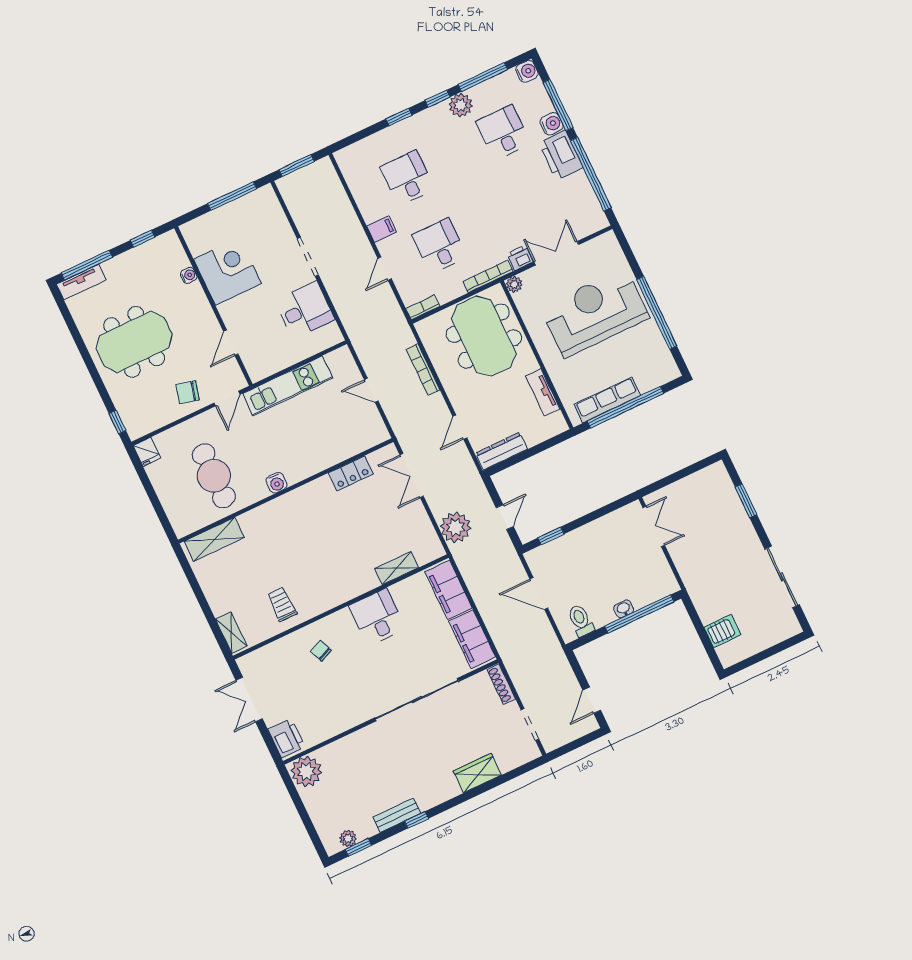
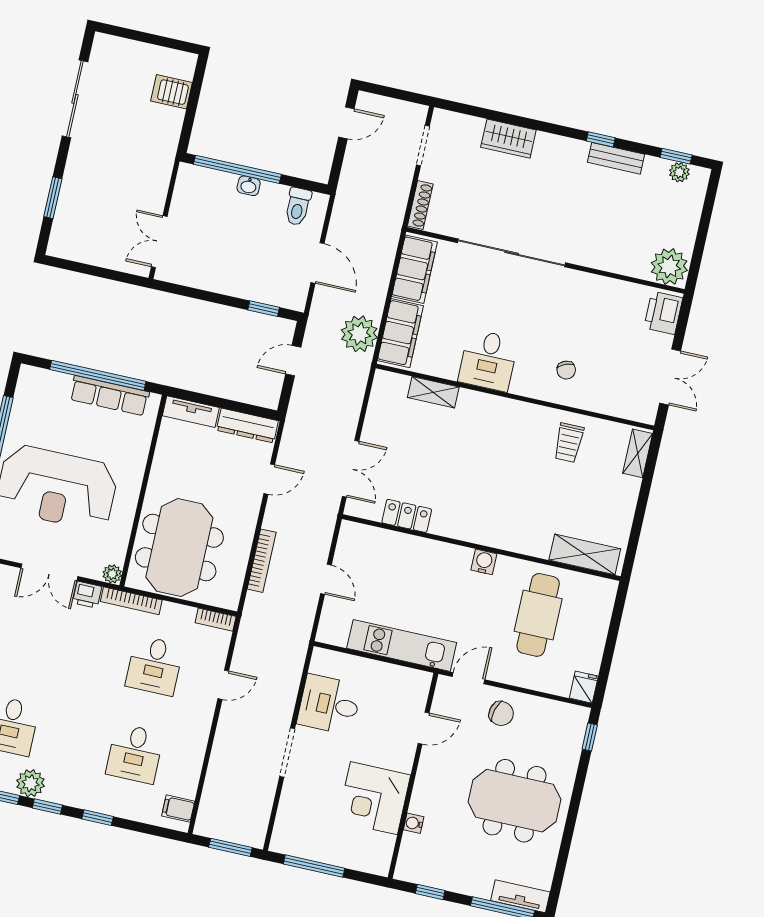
filing cabinet: (381, 229) -> (178, 809), moved
tv unit: (543, 392) -> (191, 412), moved, turned 90
plant: (456, 527) -> (359, 334), moved

